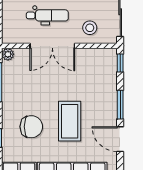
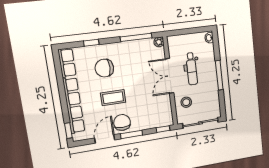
chair: (103, 115) -> (122, 122), added
coffee table: (70, 121) -> (113, 98), width x0.73, depth x0.76
chair: (31, 127) -> (104, 68), turned 90

